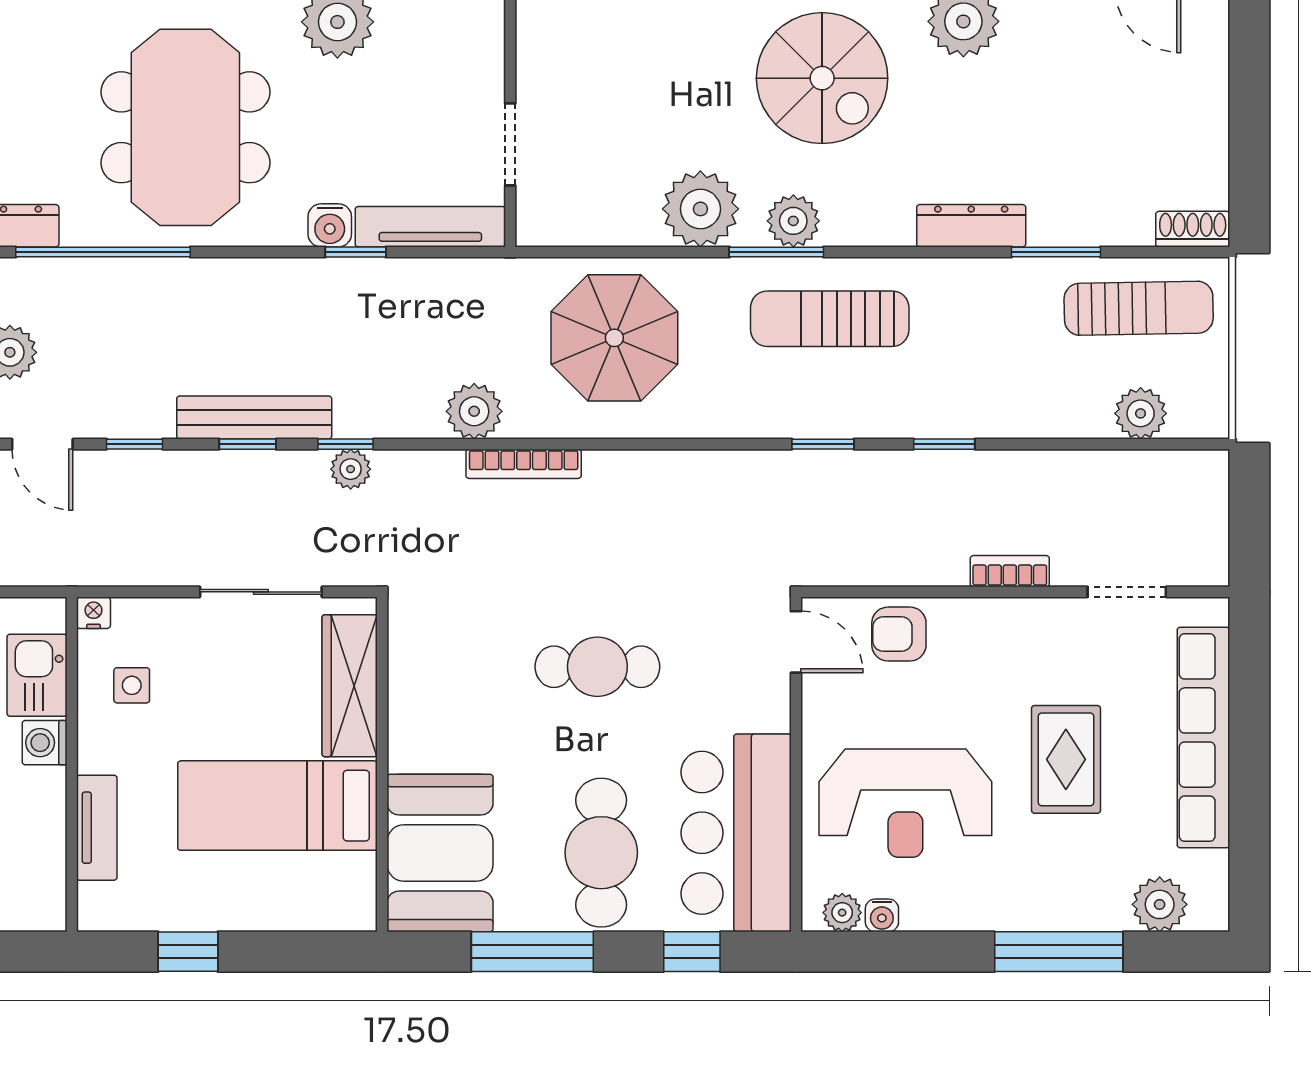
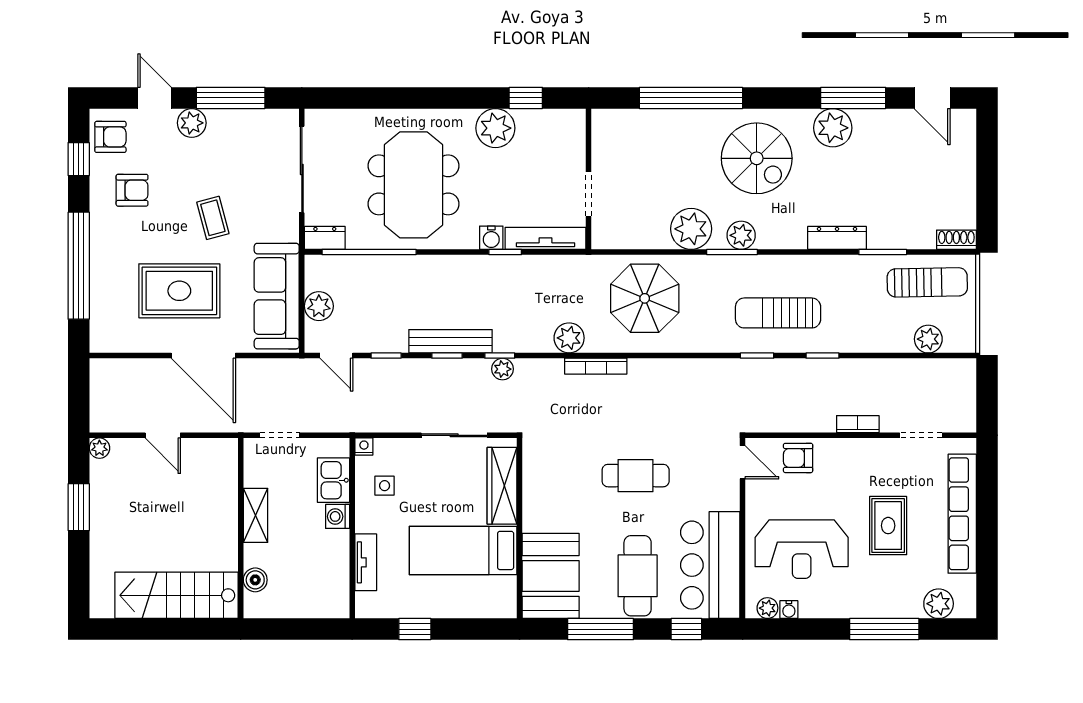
sun lounger: (830, 319) -> (778, 313), moved

